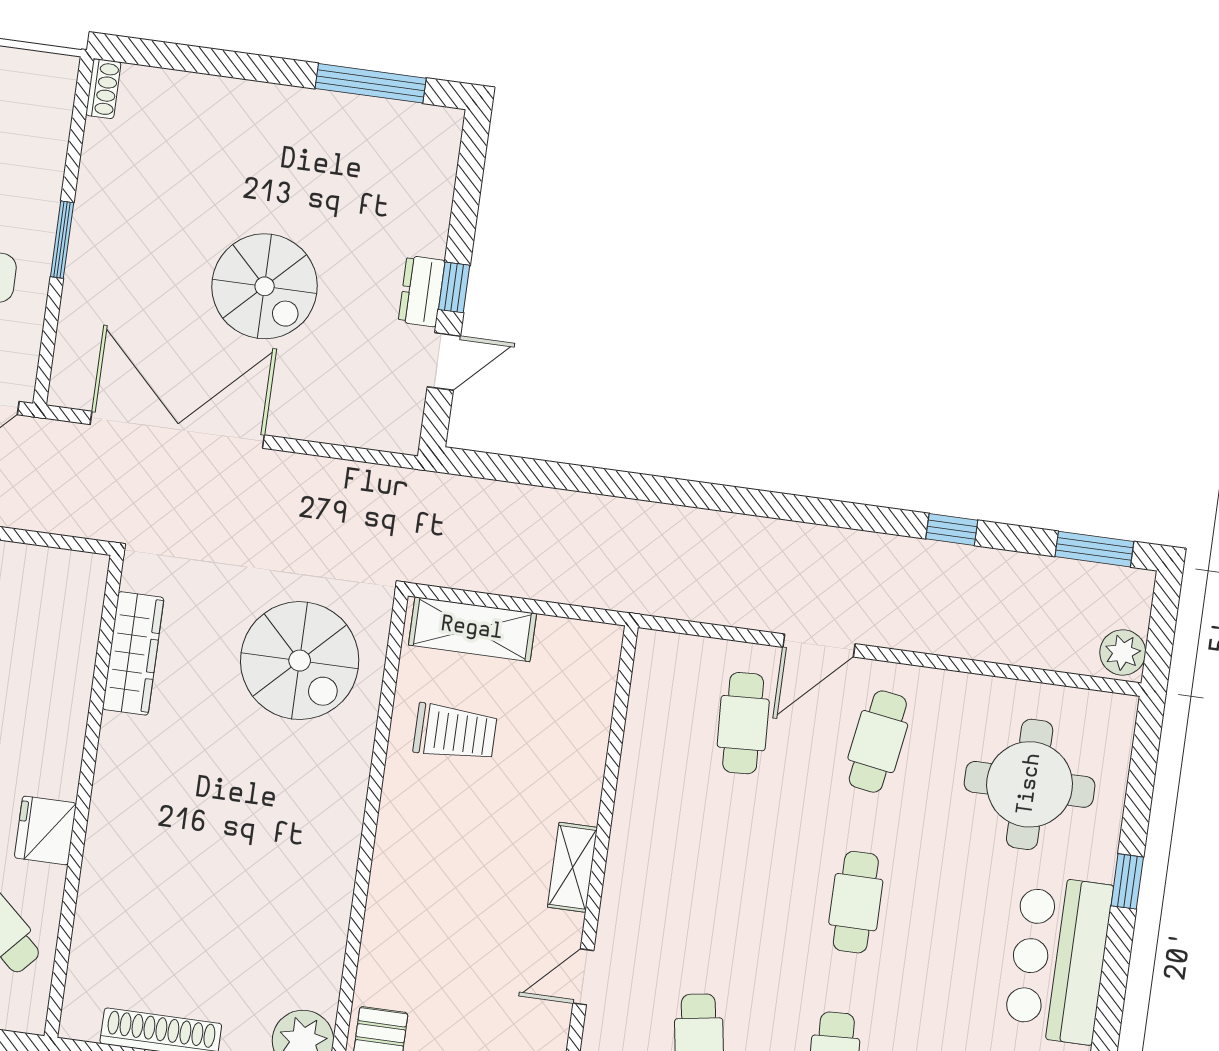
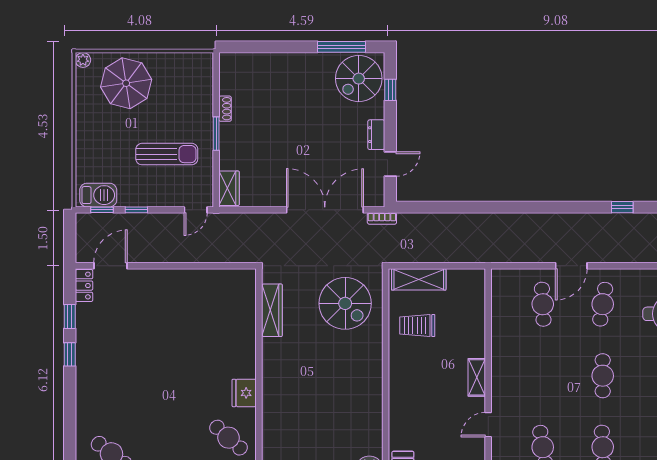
shoe rack: (103, 89) -> (225, 109), moved
spiral stairs: (265, 286) -> (359, 79), moved, turned 90
window: (454, 287) -> (390, 90), moved
wardrobe: (74, 366) -> (229, 188), added
double door: (177, 430) -> (325, 210), moved
bookcase: (408, 481) -> (382, 218), added
trolley: (455, 732) -> (417, 326), turned 180

